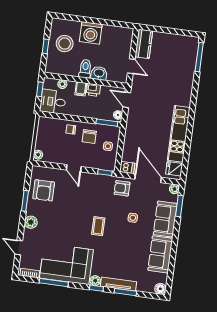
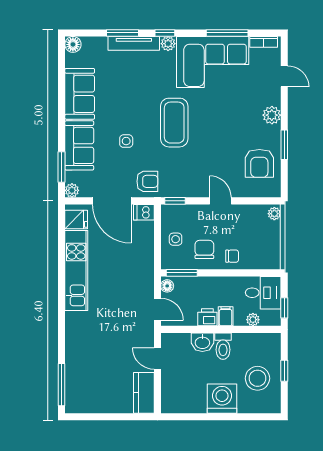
armchair: (44, 190) -> (259, 163), turned 180
coffee table: (98, 226) -> (174, 123), width x1.86, depth x1.72

